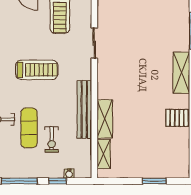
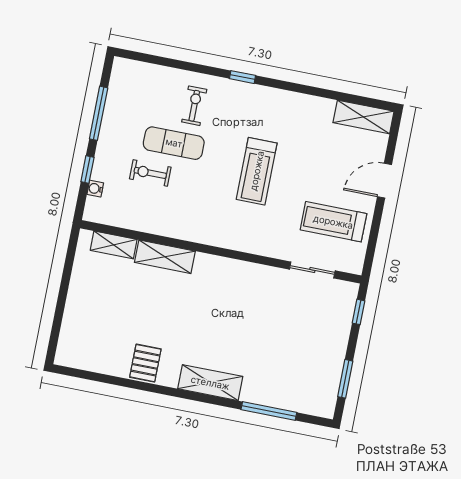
sliding door: (94, 43) -> (312, 270), moved
bench: (84, 109) -> (185, 229), removed
window: (154, 181) -> (59, 311), removed

